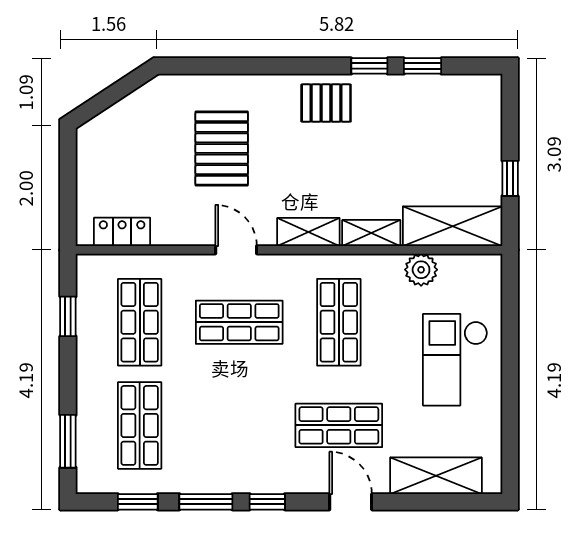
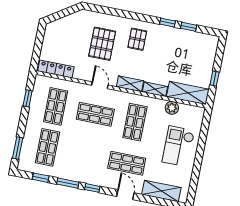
pallet: (326, 103) -> (137, 39), moved, turned 90
locker: (122, 232) -> (56, 69), width x1.53

